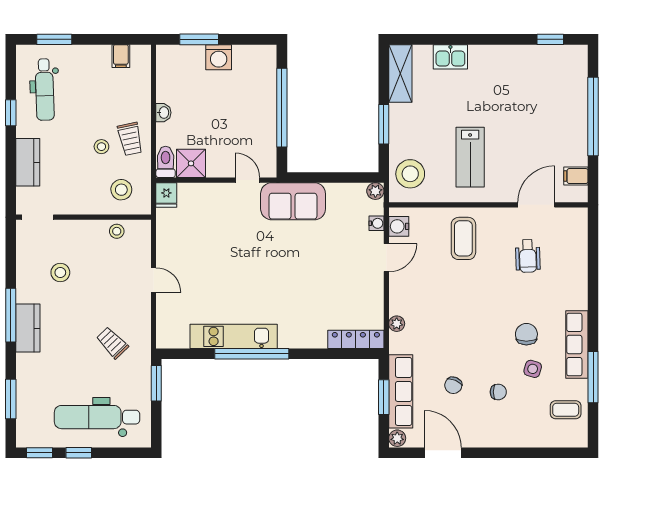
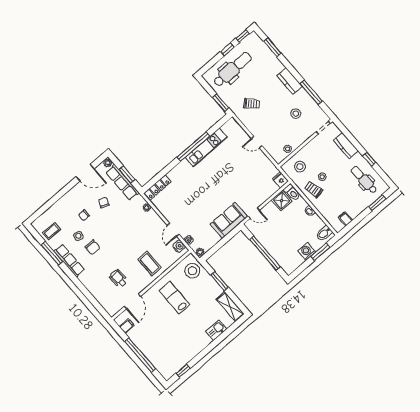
bidet: (170, 62) -> (324, 233), added
window: (11, 315) -> (311, 92), moved

